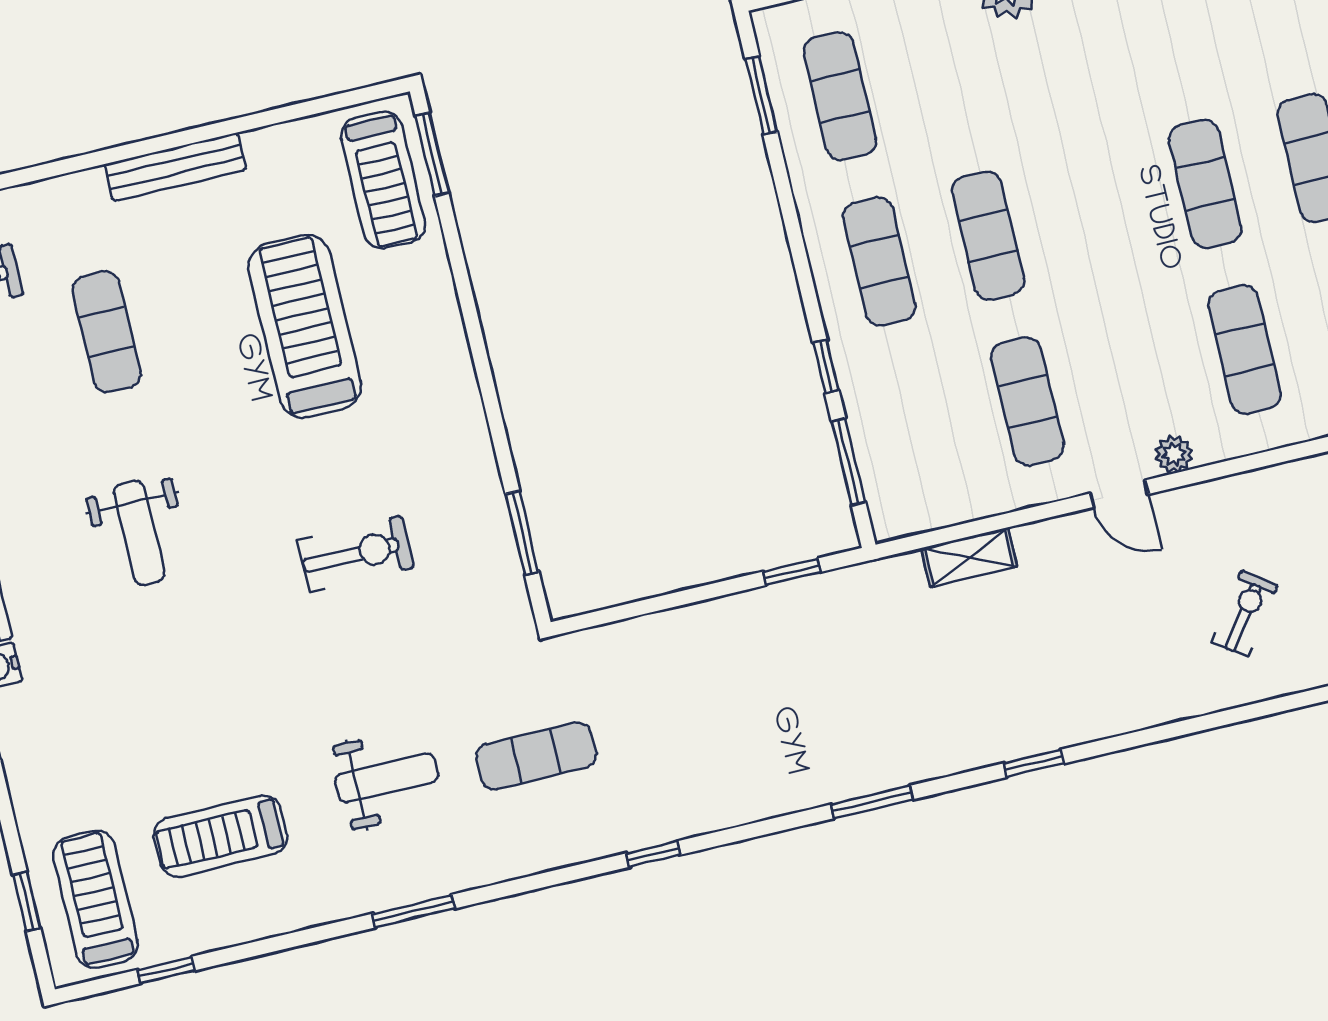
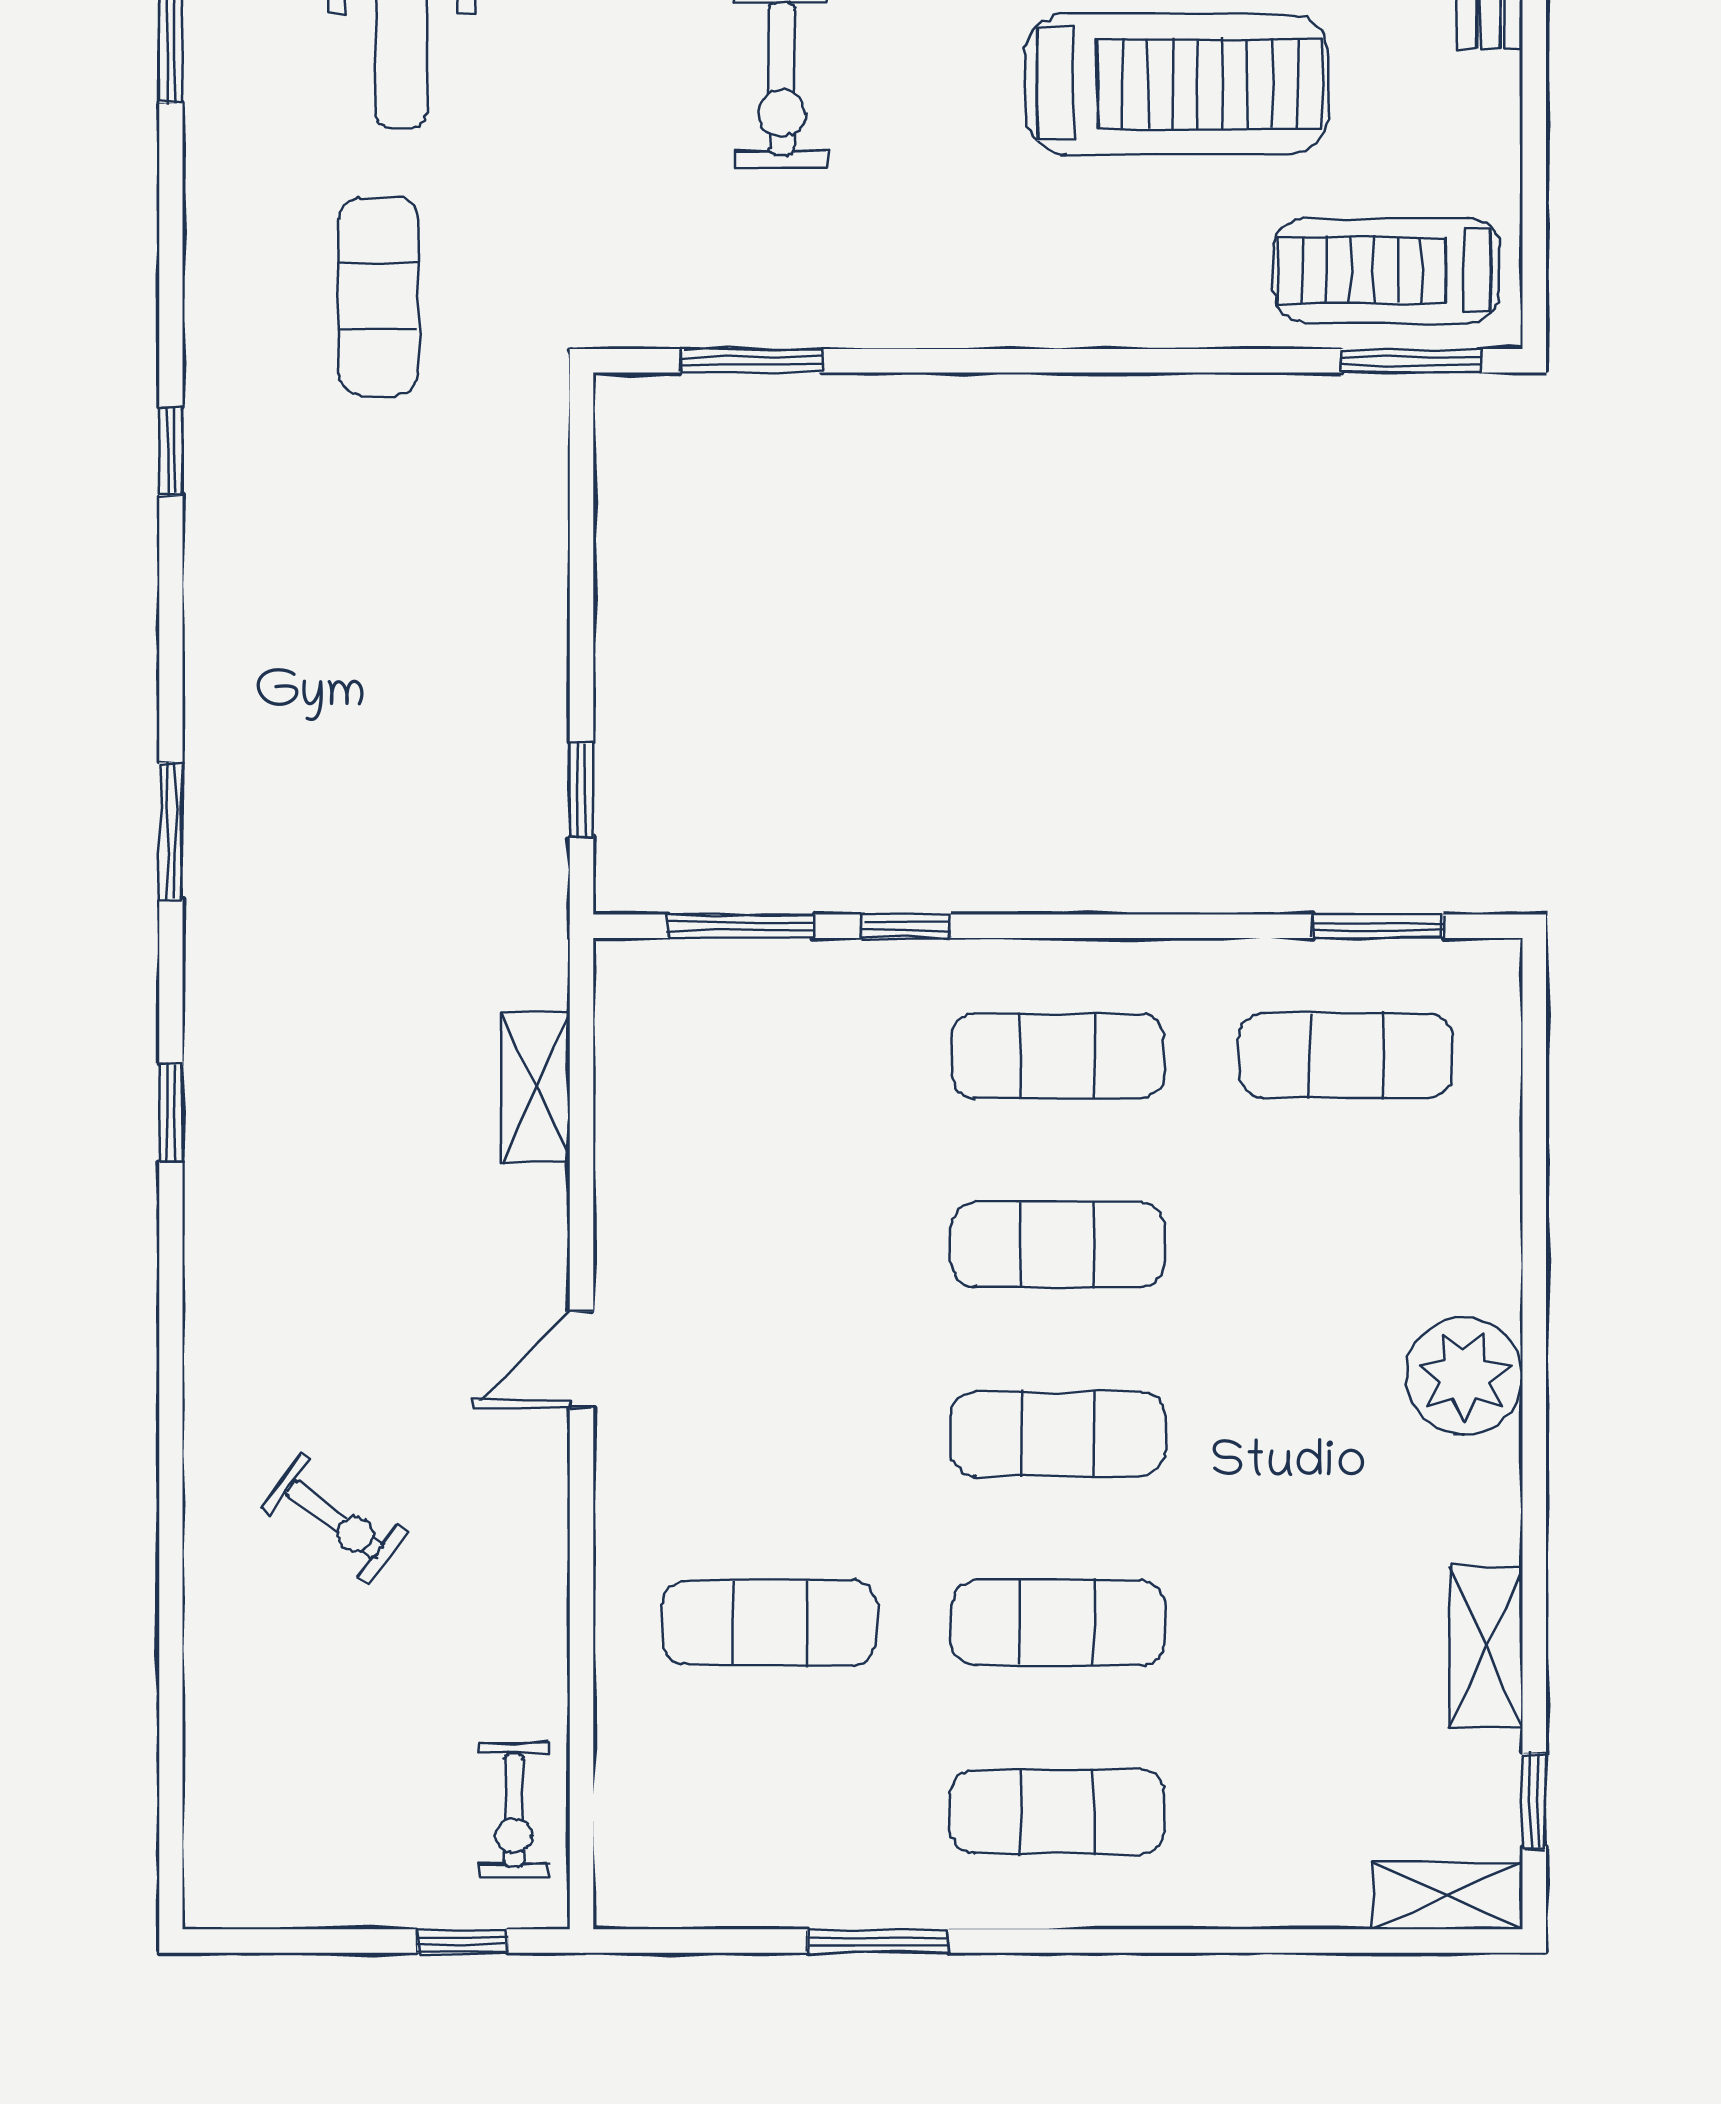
exercise mat: (1027, 401) -> (1058, 1434), moved
plant: (1174, 454) -> (625, 1465), removed

